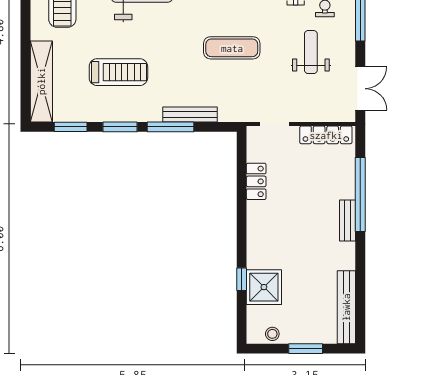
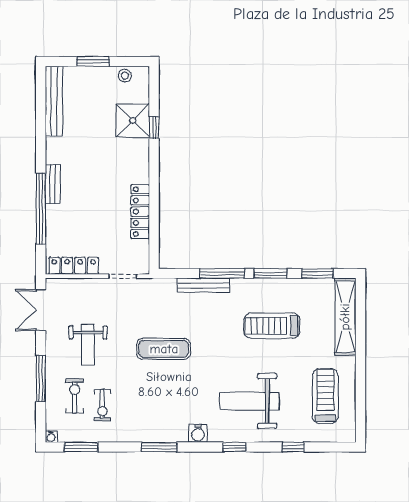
locker: (256, 181) -> (140, 212), width x1.53

